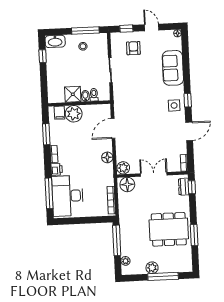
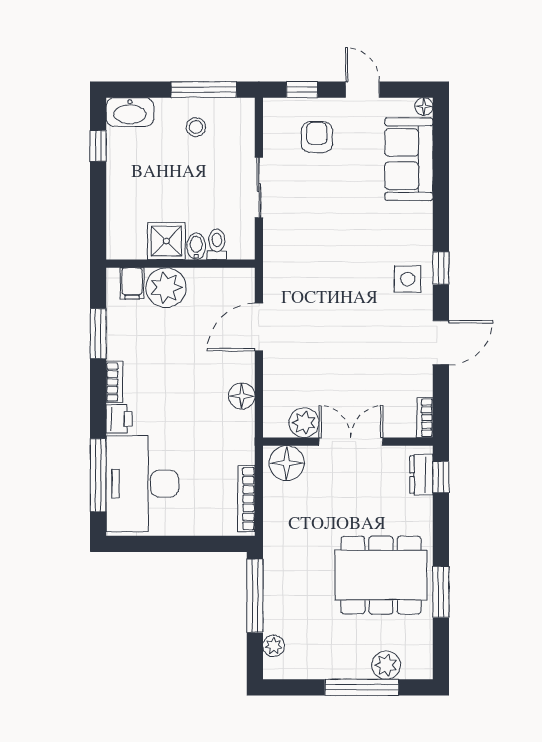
sofa: (173, 68) -> (409, 159), moved
plant: (123, 168) -> (304, 423), moved
plant: (152, 268) -> (386, 665), moved

